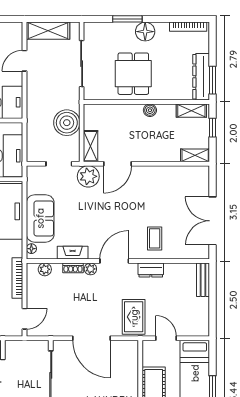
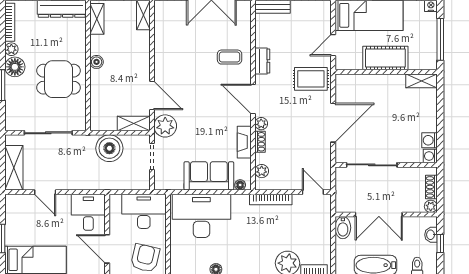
plant: (162, 28) -> (11, 49), added

